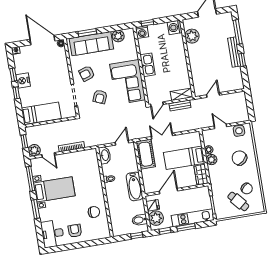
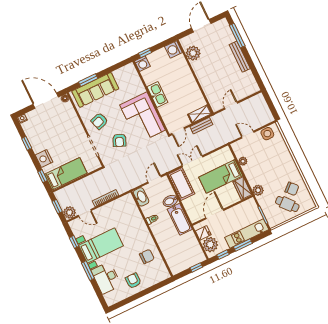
plant: (118, 36) -> (120, 75), removed
window: (242, 60) -> (250, 62), removed
nightstand: (23, 81) -> (44, 158), moved
window: (16, 93) -> (42, 176), moved
chair: (239, 158) -> (276, 160), removed
plant: (212, 160) -> (258, 190), moved
window: (30, 179) -> (74, 242), width x0.46
bidet: (140, 220) -> (170, 201), moved
desk: (53, 234) -> (106, 278), moved

